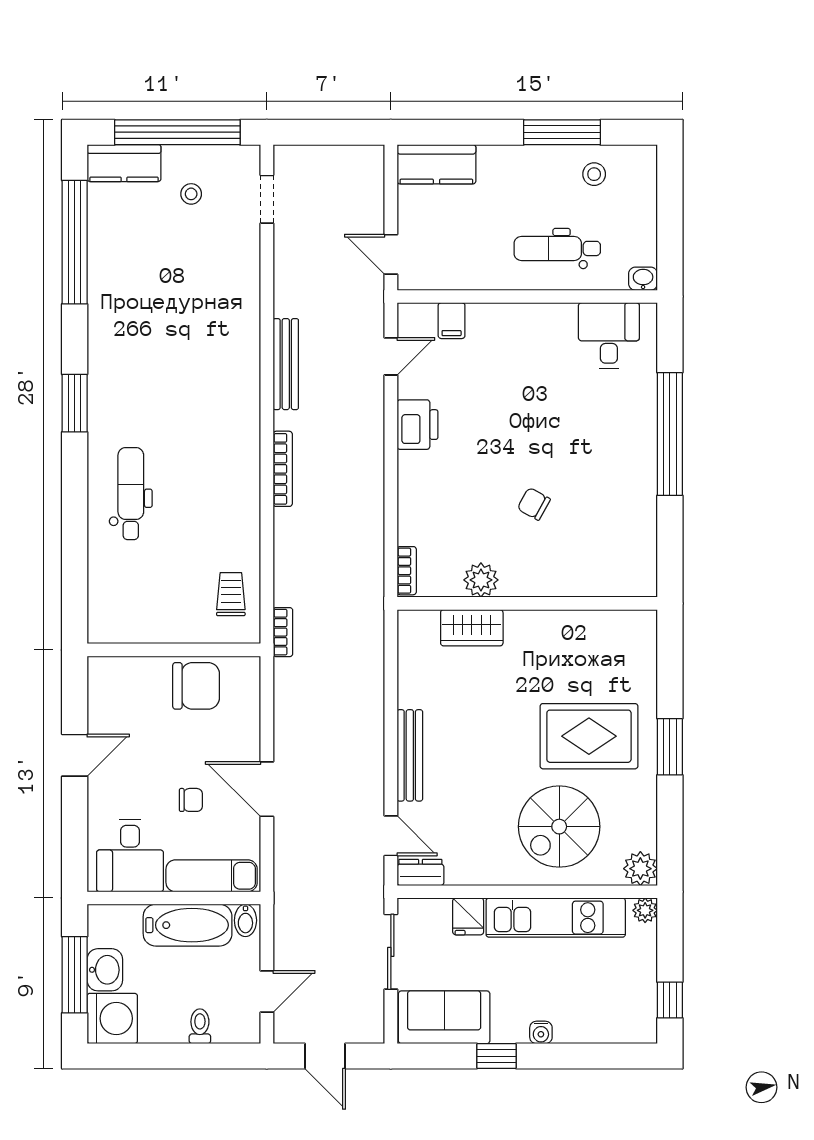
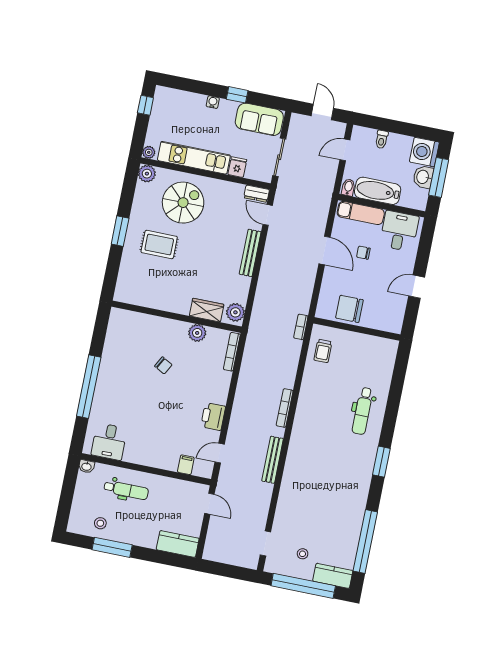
bookcase: (407, 571) -> (232, 352), width x1.56
plant: (415, 635) -> (235, 312), added
rug: (589, 736) -> (159, 244), width x0.73, depth x0.70

